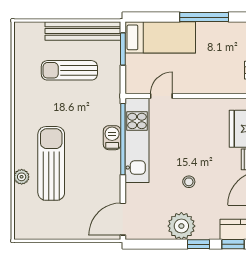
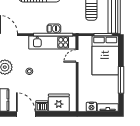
bed: (160, 37) -> (105, 55), width x1.50
door: (161, 96) -> (77, 56), swing flipped

